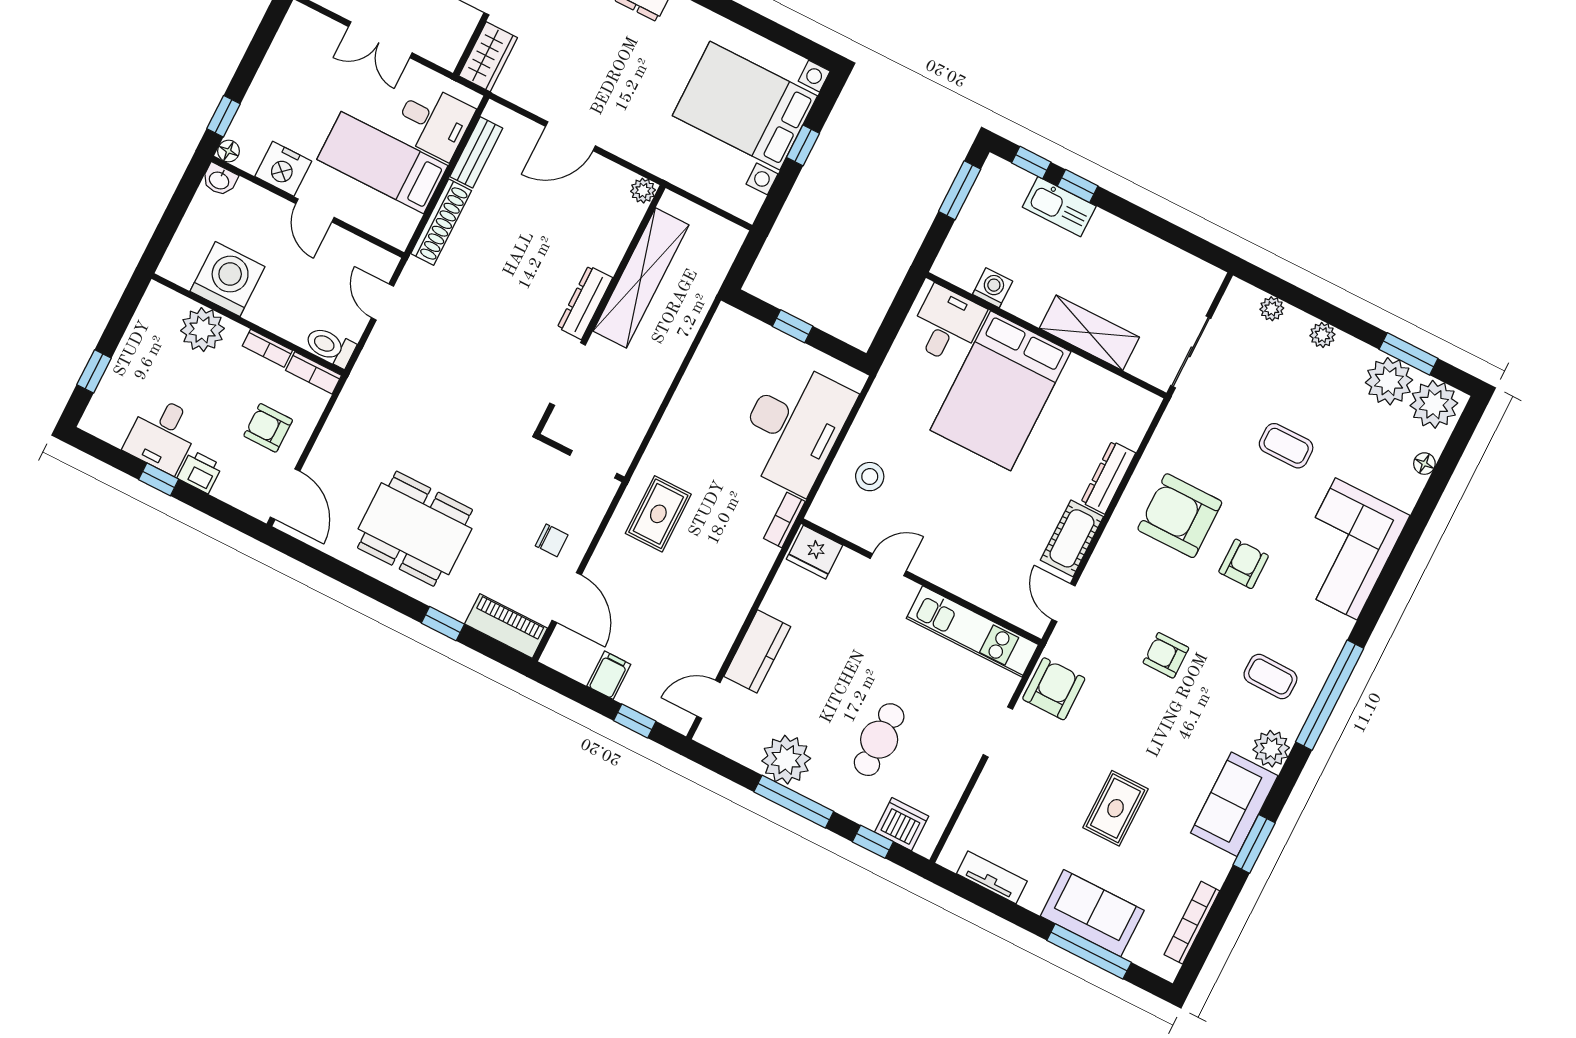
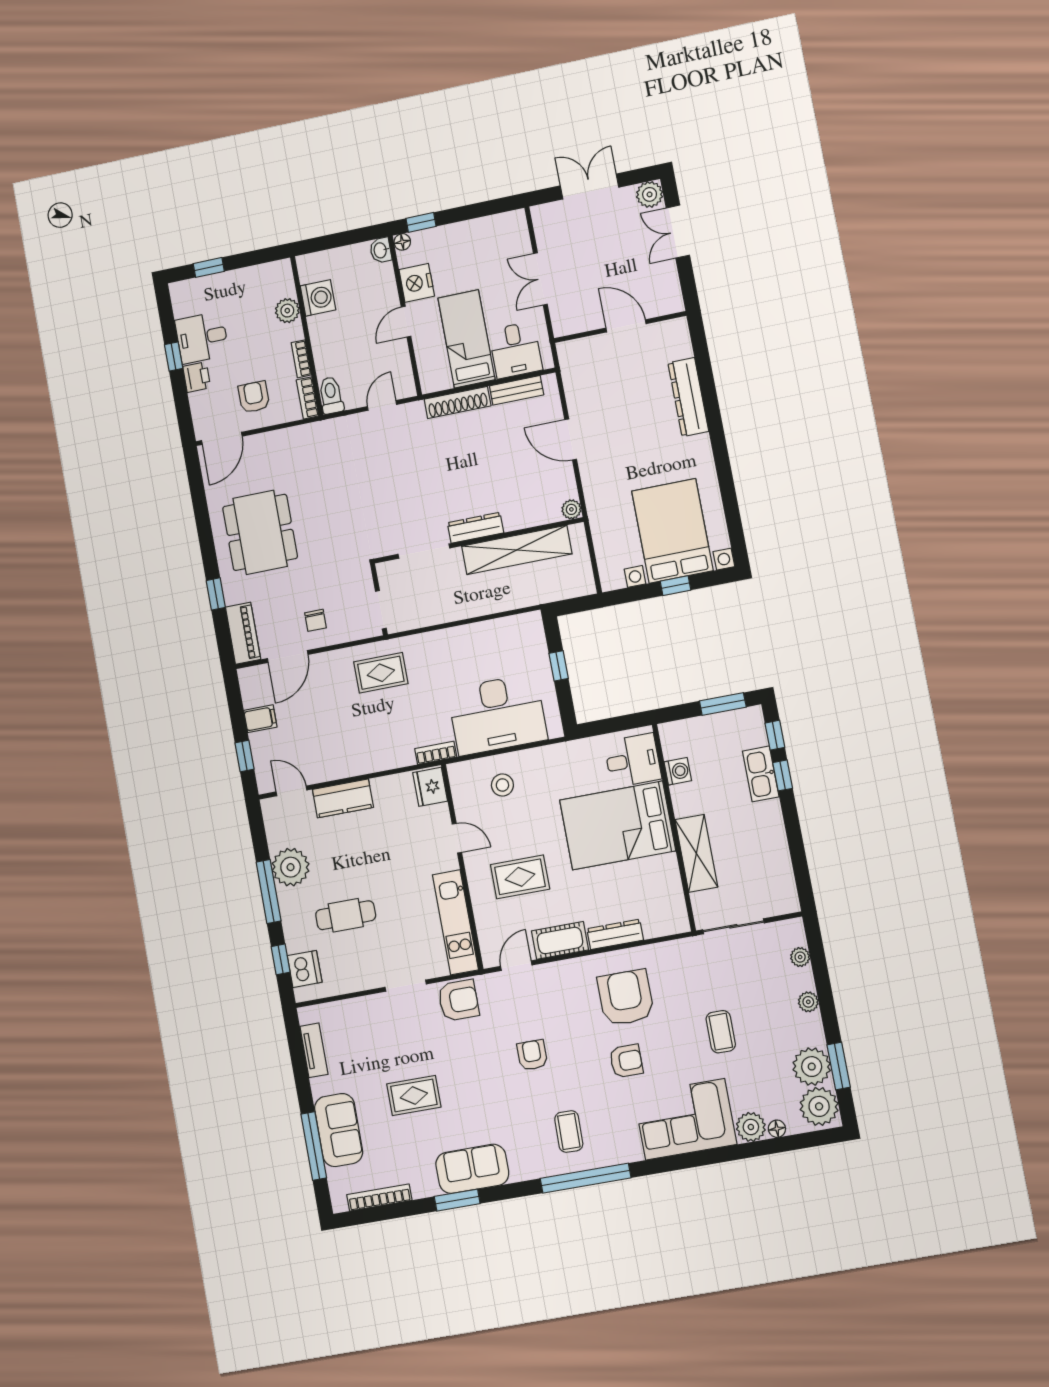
wardrobe: (488, 57) -> (581, 351), removed
washing machine: (228, 279) -> (318, 298), width x0.73, depth x0.73
plant: (203, 330) -> (287, 311), width x0.73, depth x0.73
rug: (977, 530) -> (520, 877), added
plant: (1271, 749) -> (751, 1127), moved

